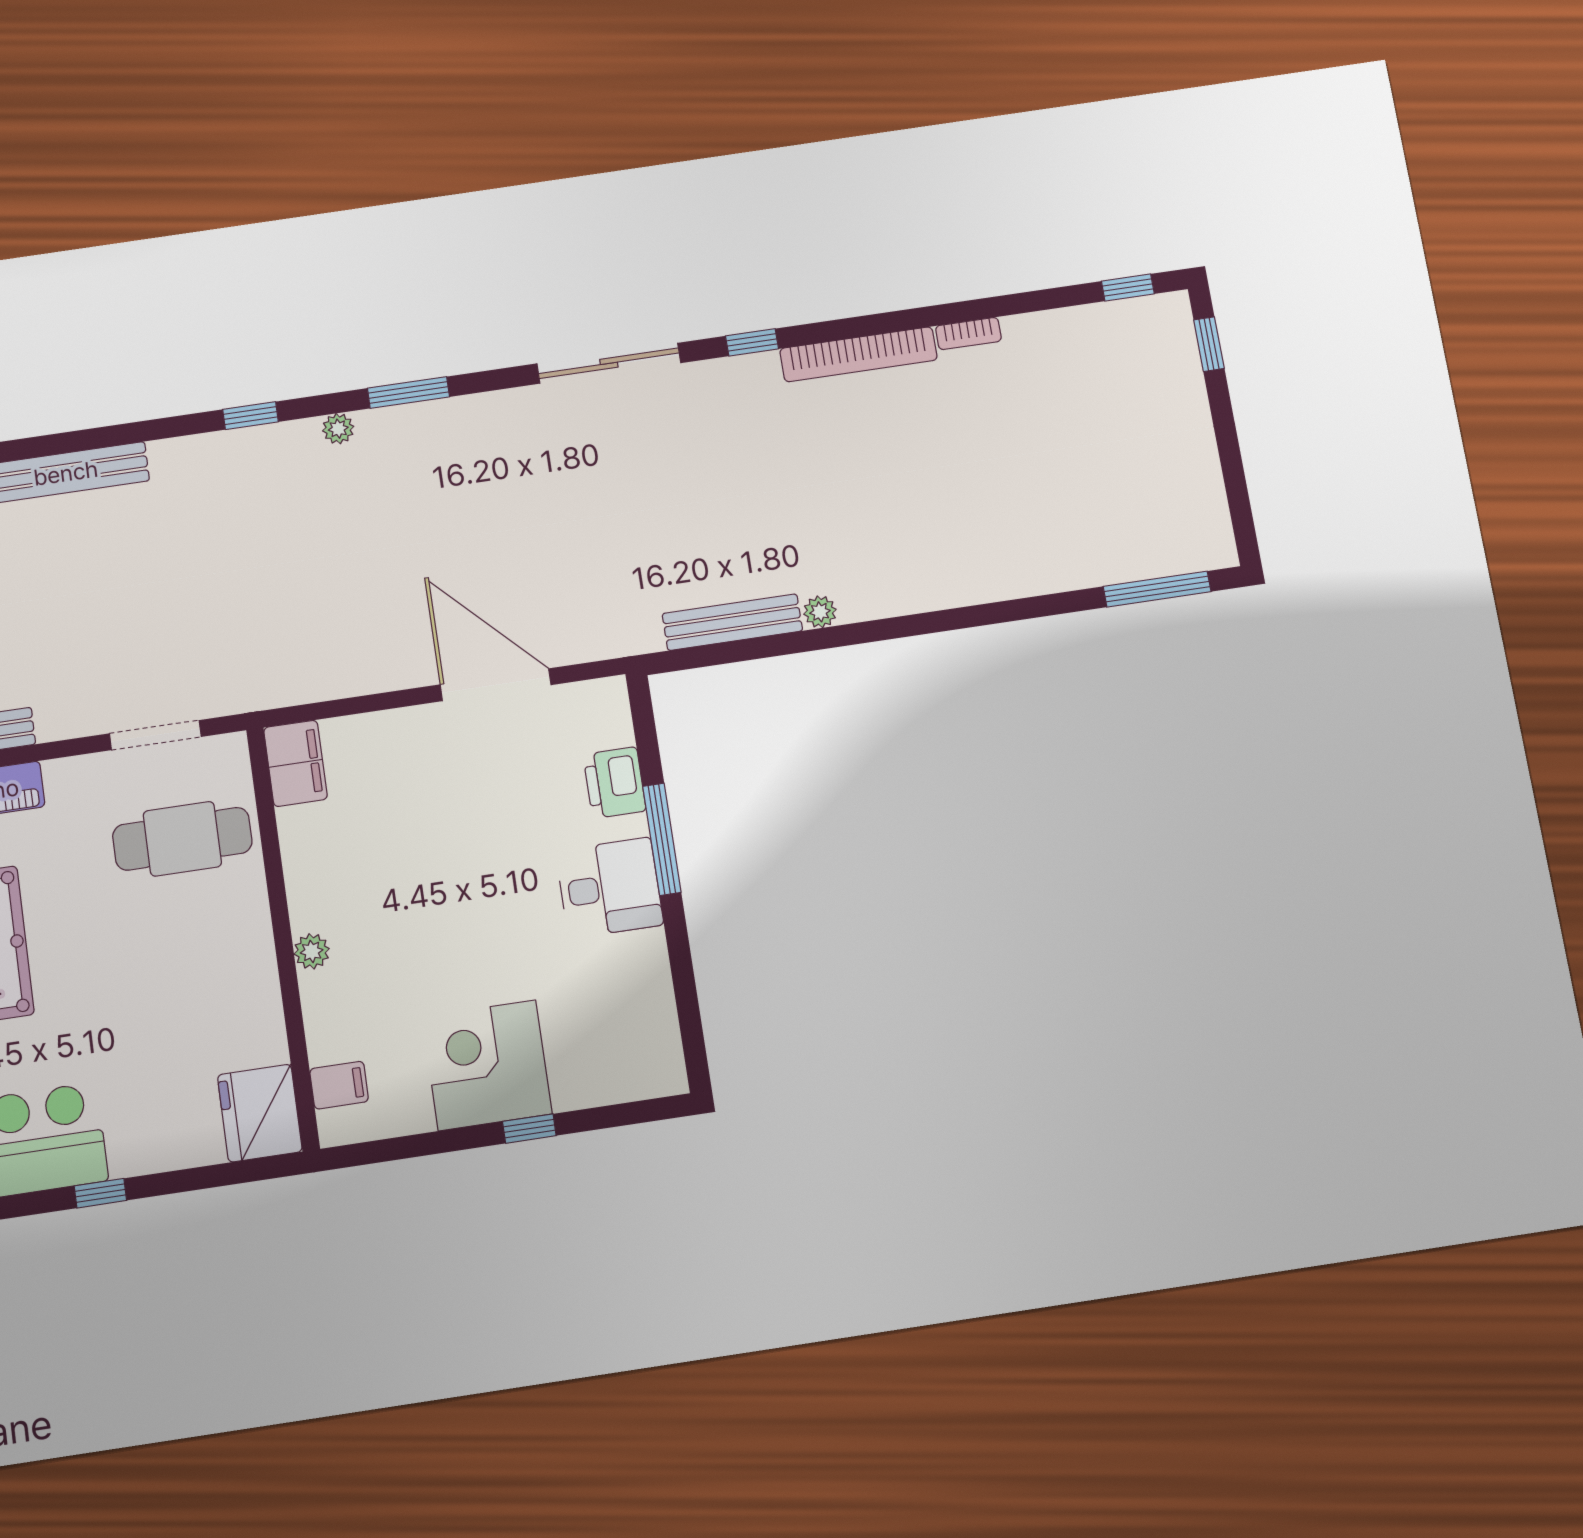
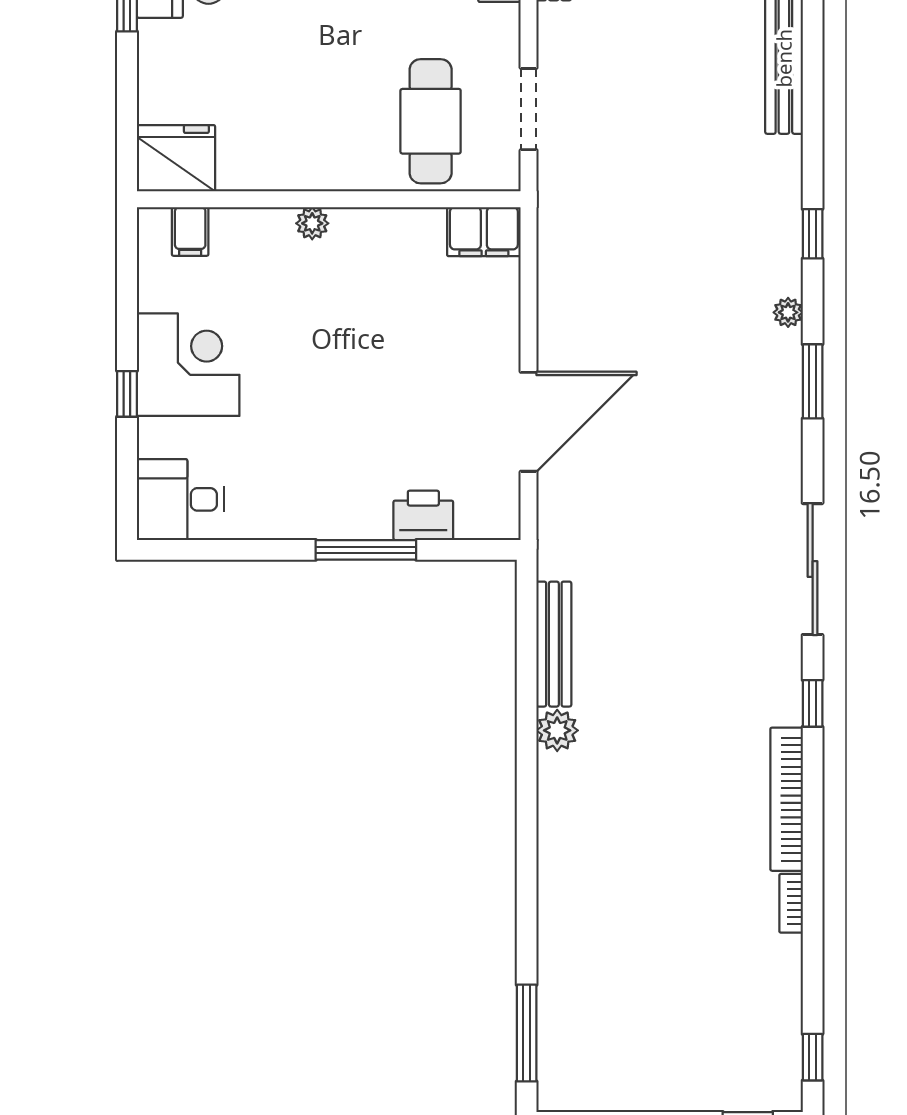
plant: (820, 612) -> (557, 730), width x1.38, depth x1.38
desk: (610, 888) -> (180, 499), moved, turned 90

